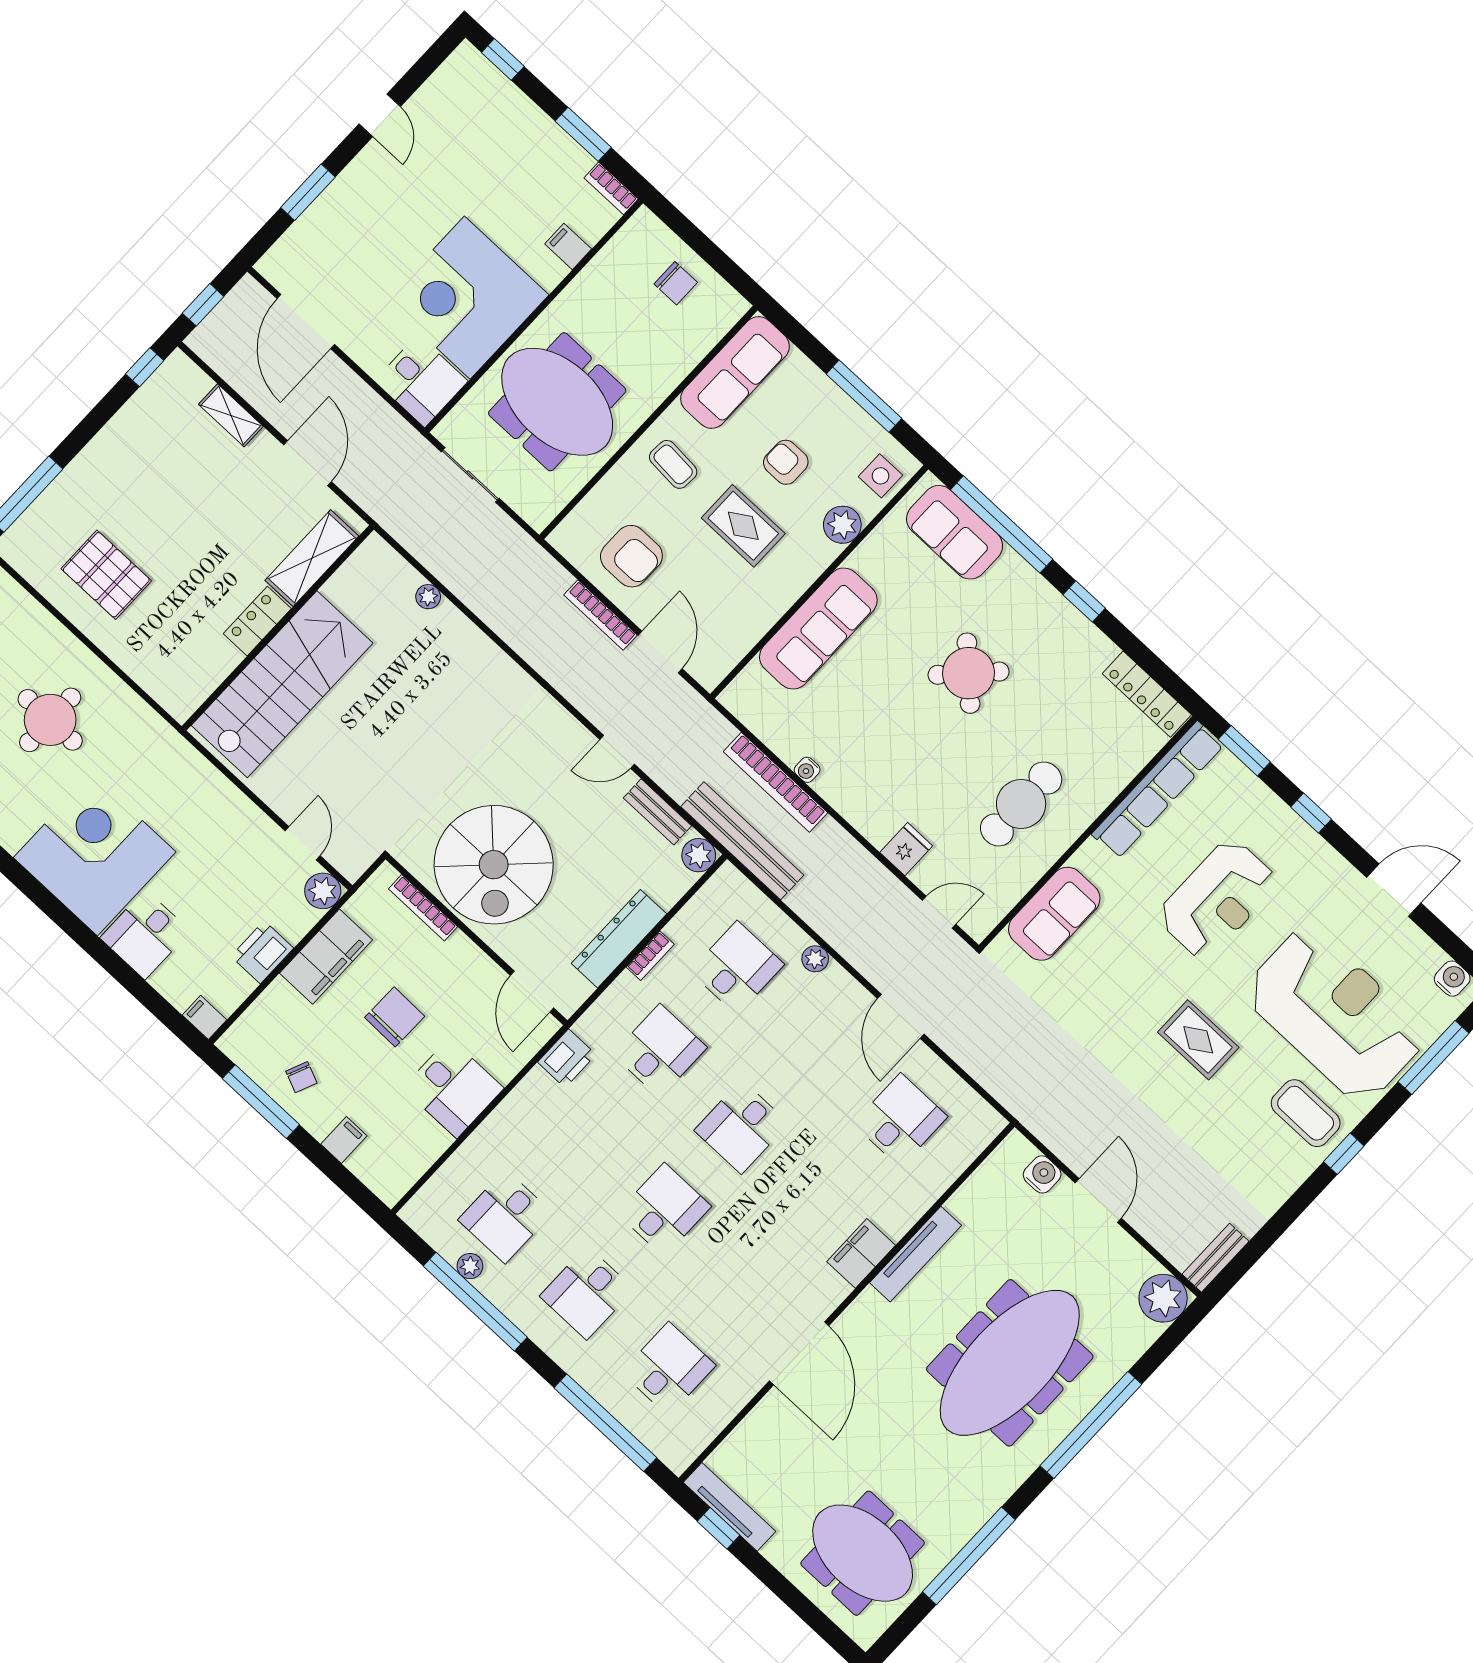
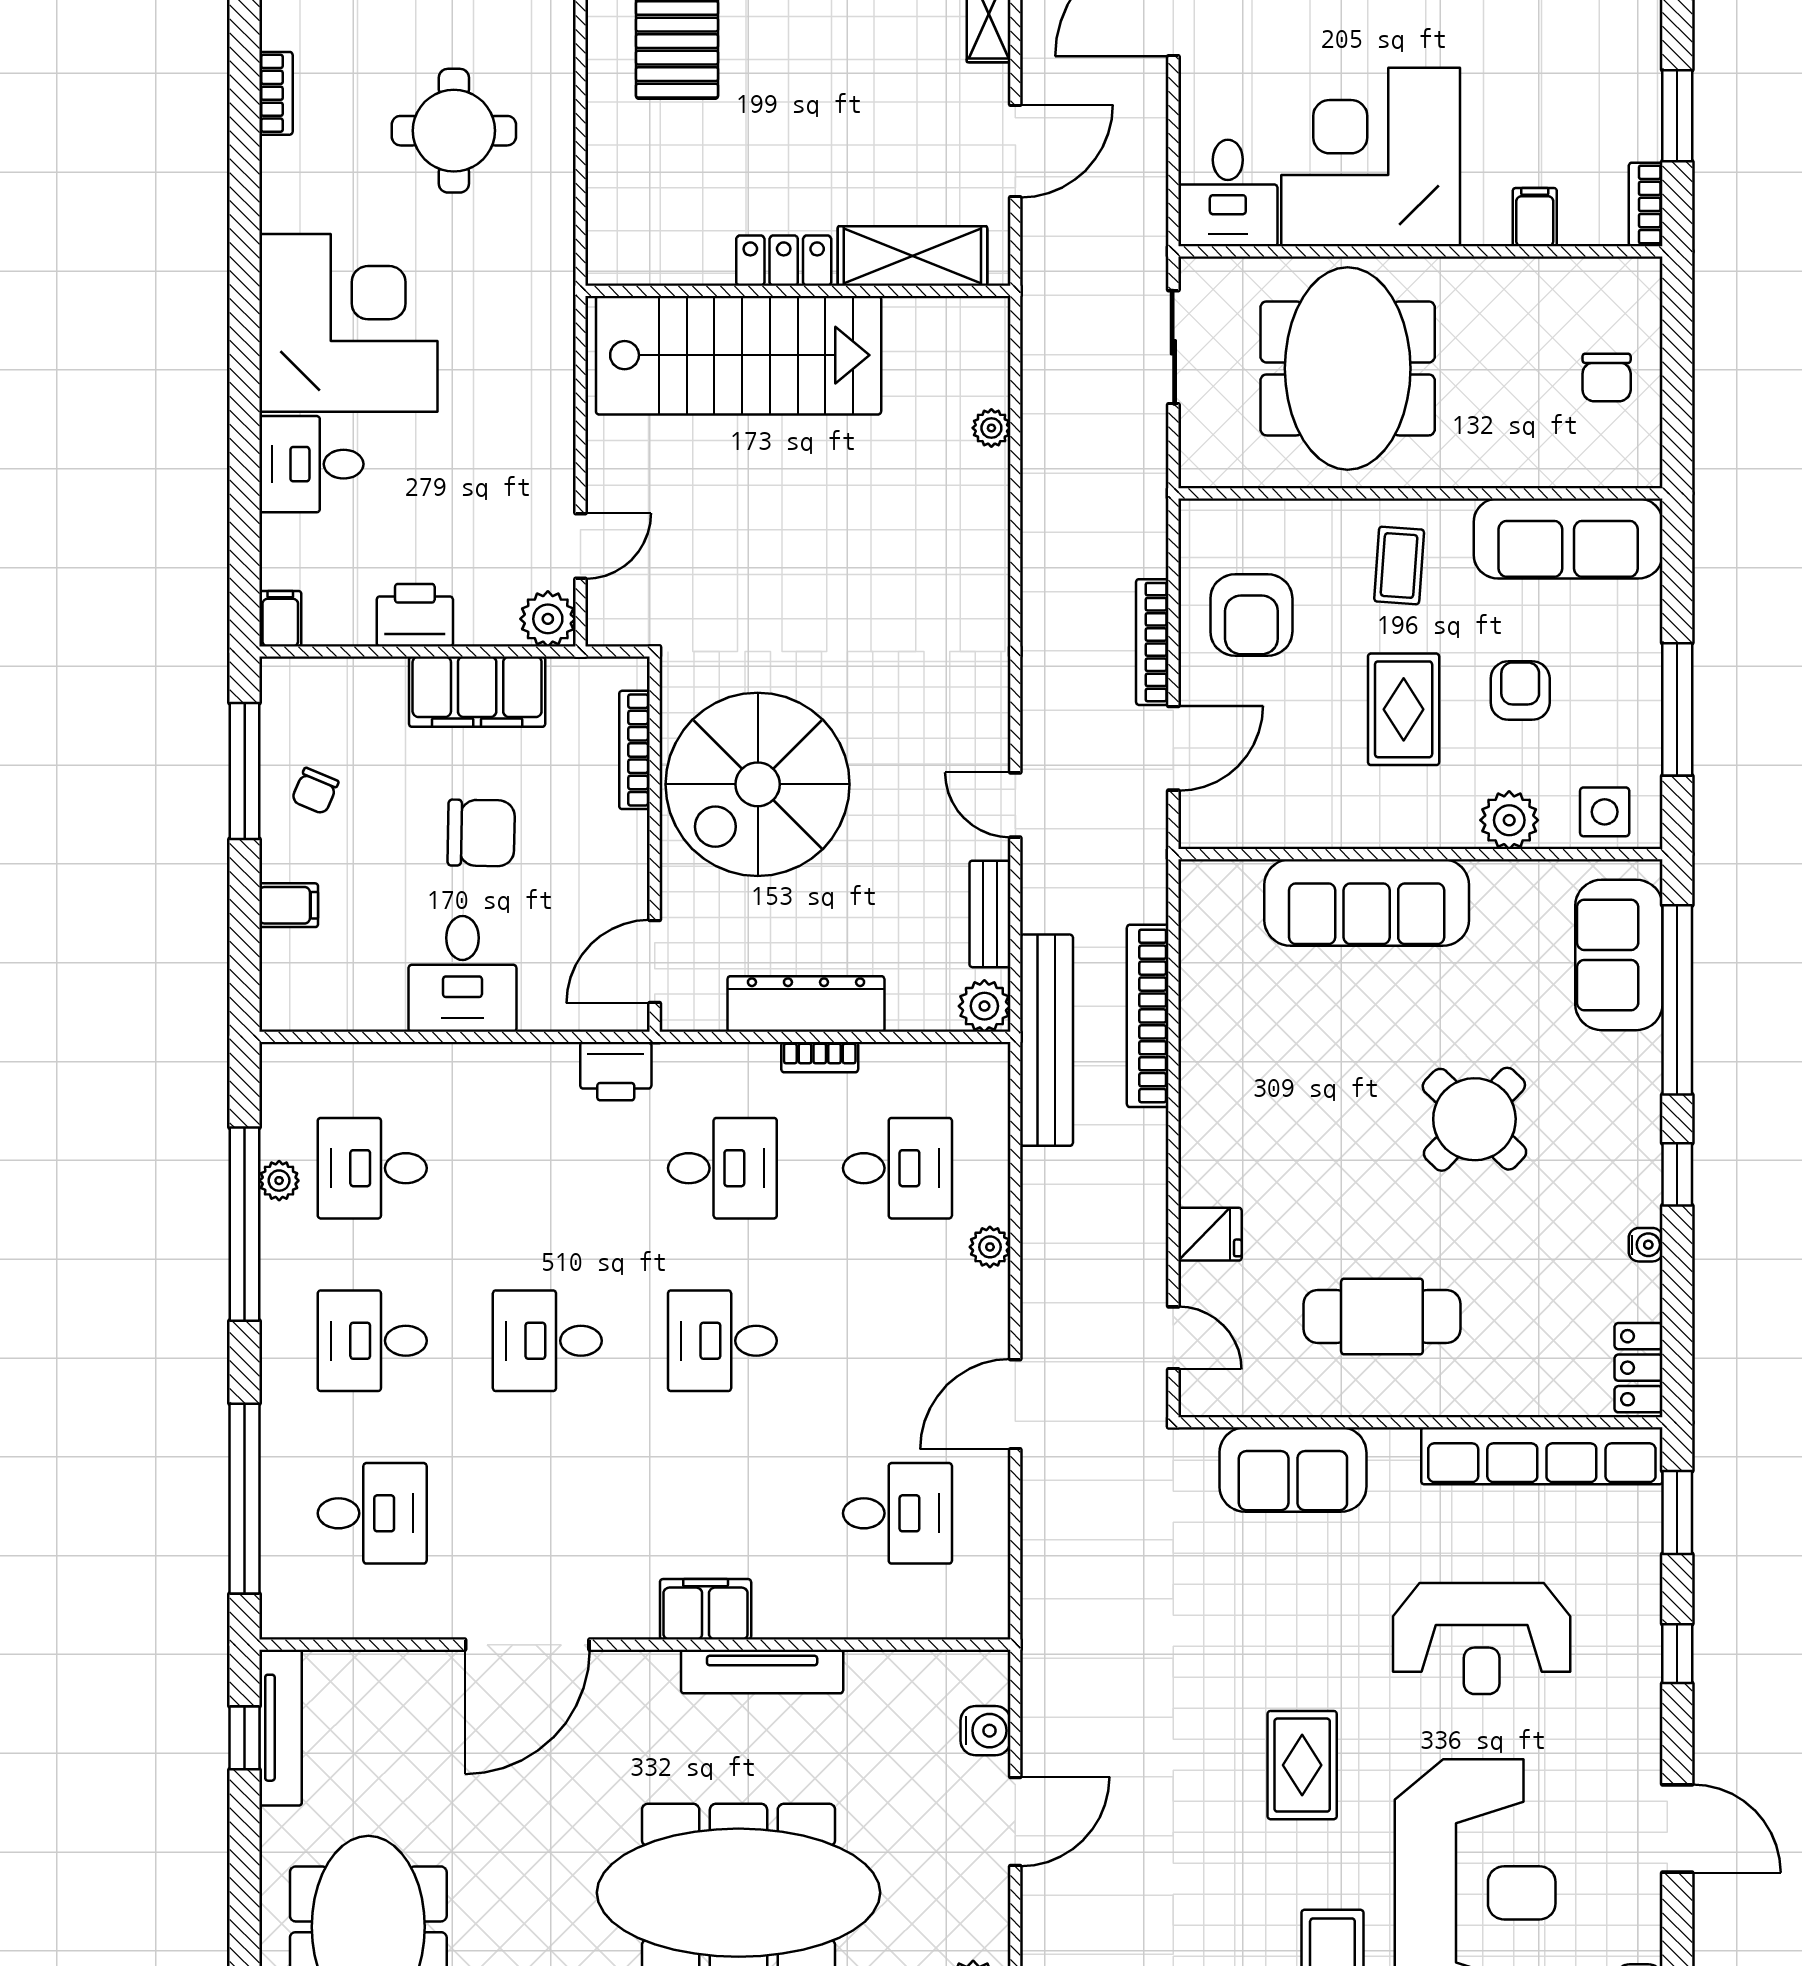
locker: (1147, 694) -> (1639, 1368), width x0.66
water cooler: (807, 770) -> (1646, 1245), moved, turned 180
desk: (664, 1210) -> (547, 1341), turned 180

